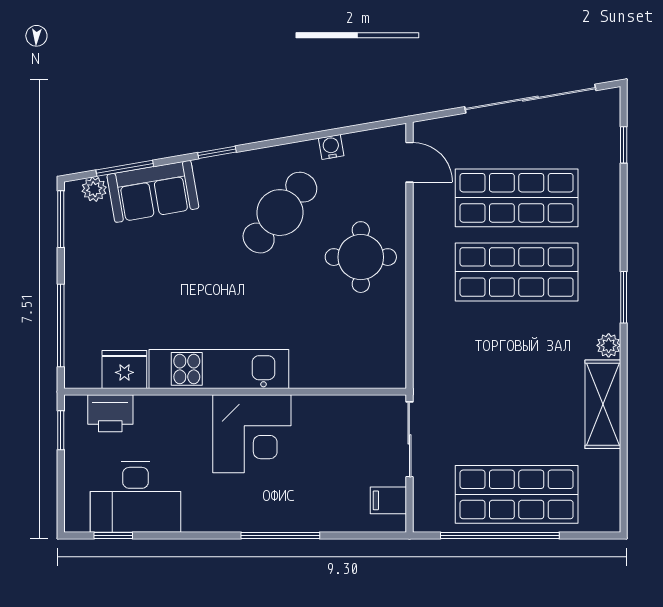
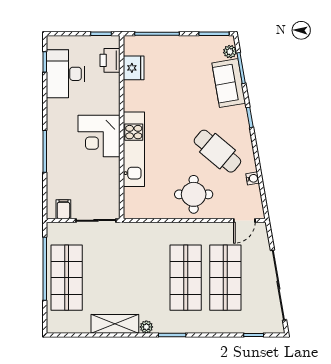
kitchen unit: (219, 369) -> (134, 149), moved

